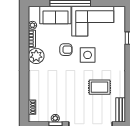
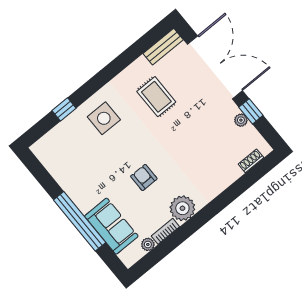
corner sofa: (93, 21) -> (80, 173), removed
side table: (88, 55) -> (104, 118), moved

